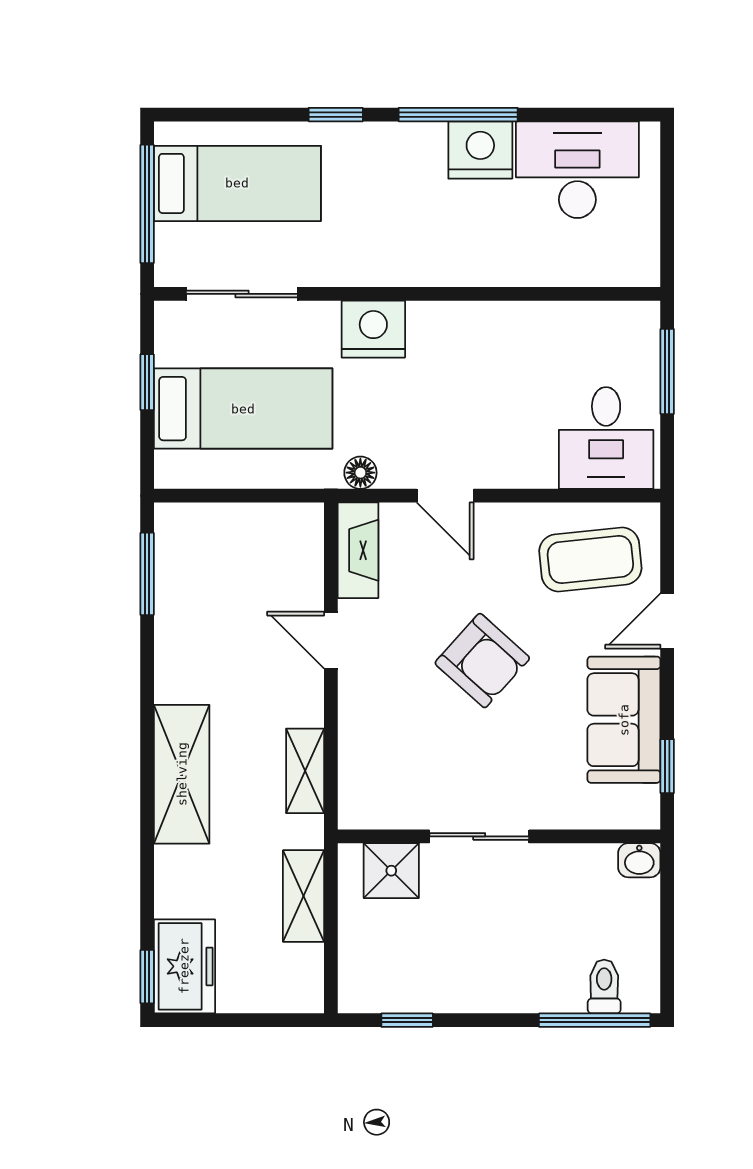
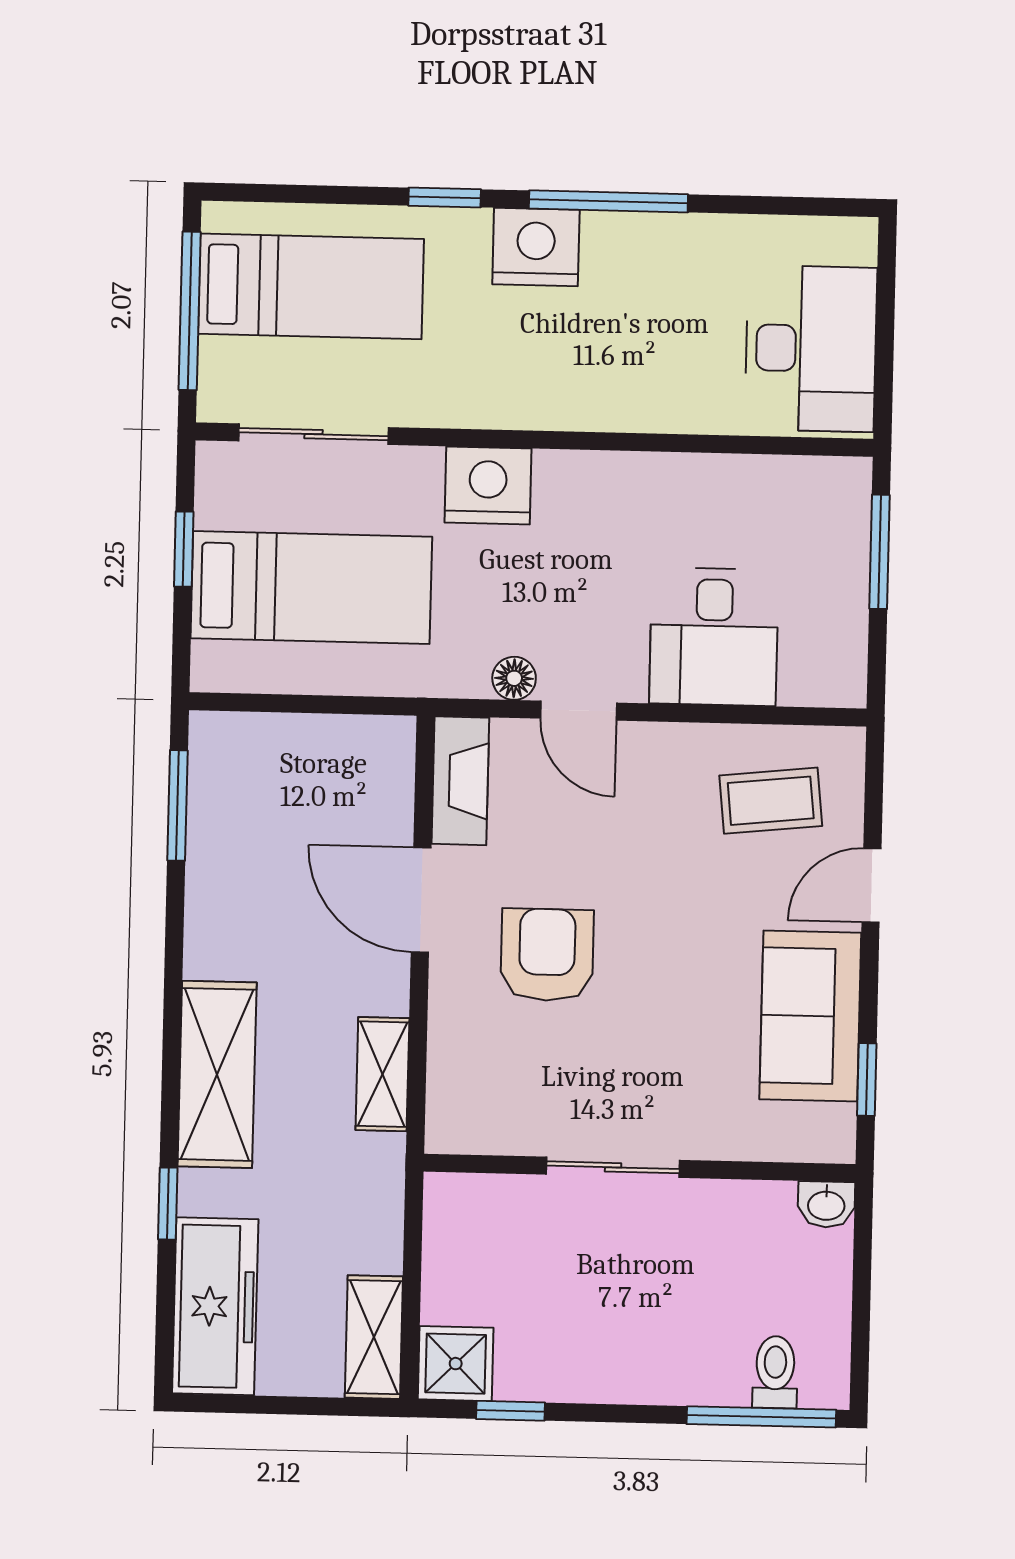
nightstand: (480, 150) -> (536, 247), moved
desk: (577, 170) -> (811, 349), moved, turned 90
desk: (606, 438) -> (714, 637), moved
floor lamp: (360, 473) -> (514, 678), moved
coffee table: (590, 560) -> (771, 801), width x0.73, depth x0.77
door: (331, 640) -> (421, 900), width x1.38
armchair: (482, 661) -> (547, 955), moved, turned -132
shower: (391, 871) -> (456, 1364), moved
shelving: (304, 896) -> (374, 1337), moved
freezer: (184, 966) -> (215, 1306), width x1.40
window: (147, 977) -> (168, 1204), moved

